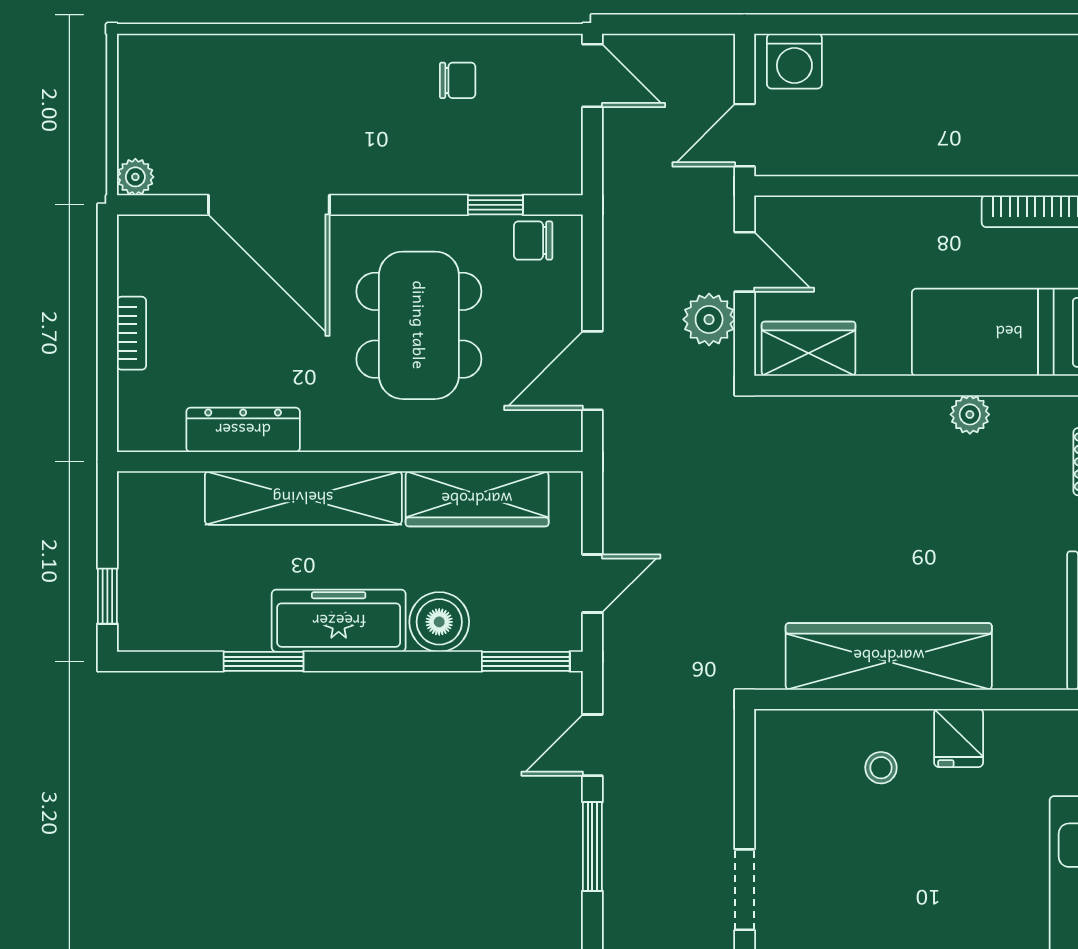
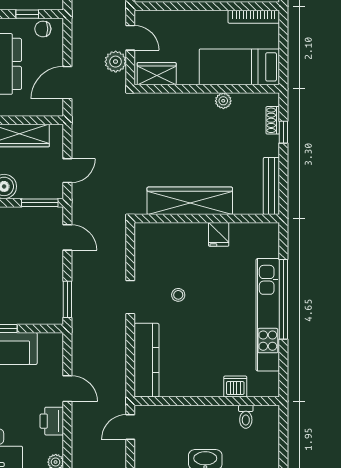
door: (592, 745) -> (67, 237), swing flipped
stool: (881, 768) -> (178, 295), moved
window: (592, 846) -> (67, 299), moved

